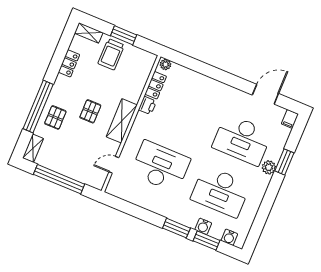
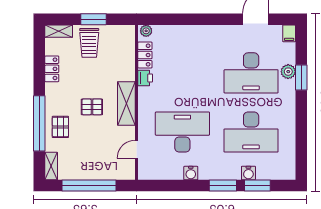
pallet: (90, 111) -> (92, 107), turned 90
plant: (269, 167) -> (288, 72), moved
water cooler: (229, 237) -> (191, 173), moved

